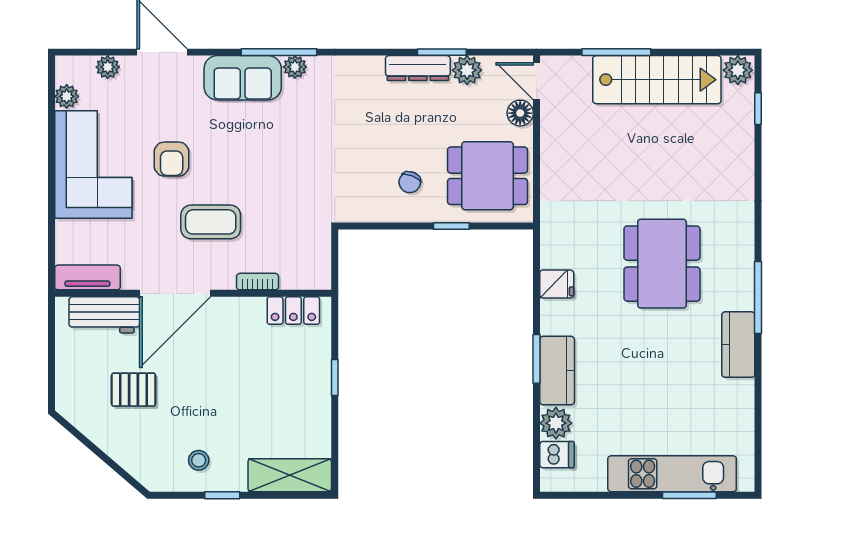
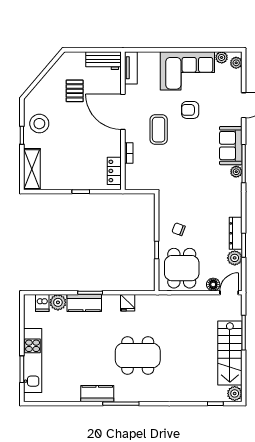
plant: (108, 67) -> (236, 63), moved
workbench: (104, 315) -> (104, 61), moved, turned -90
stool: (199, 460) -> (39, 124), width x1.89, depth x1.89

